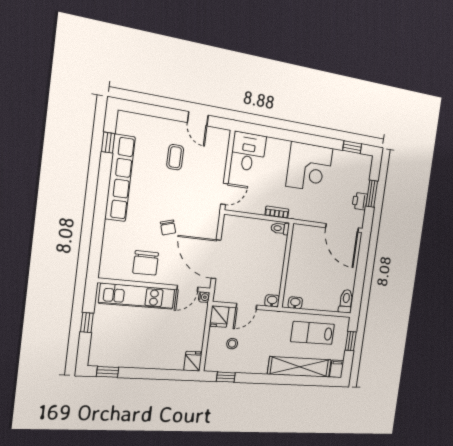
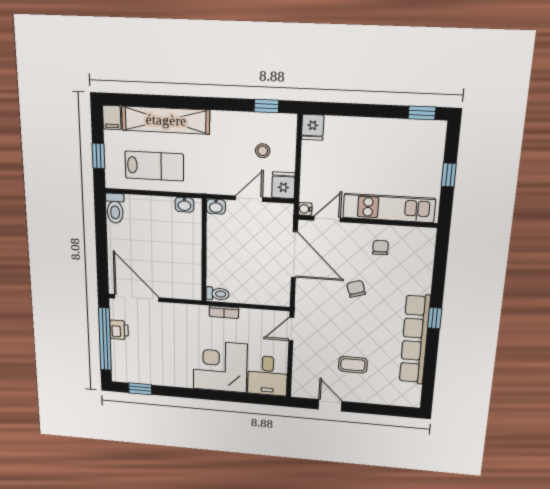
window: (108, 143) -> (435, 318), moved
coffee table: (175, 157) -> (353, 365), turned 90
corner desk: (309, 167) -> (220, 366), moved
window: (372, 194) -> (105, 339), width x2.11
chair: (146, 263) -> (380, 248), width x0.54, depth x0.54

